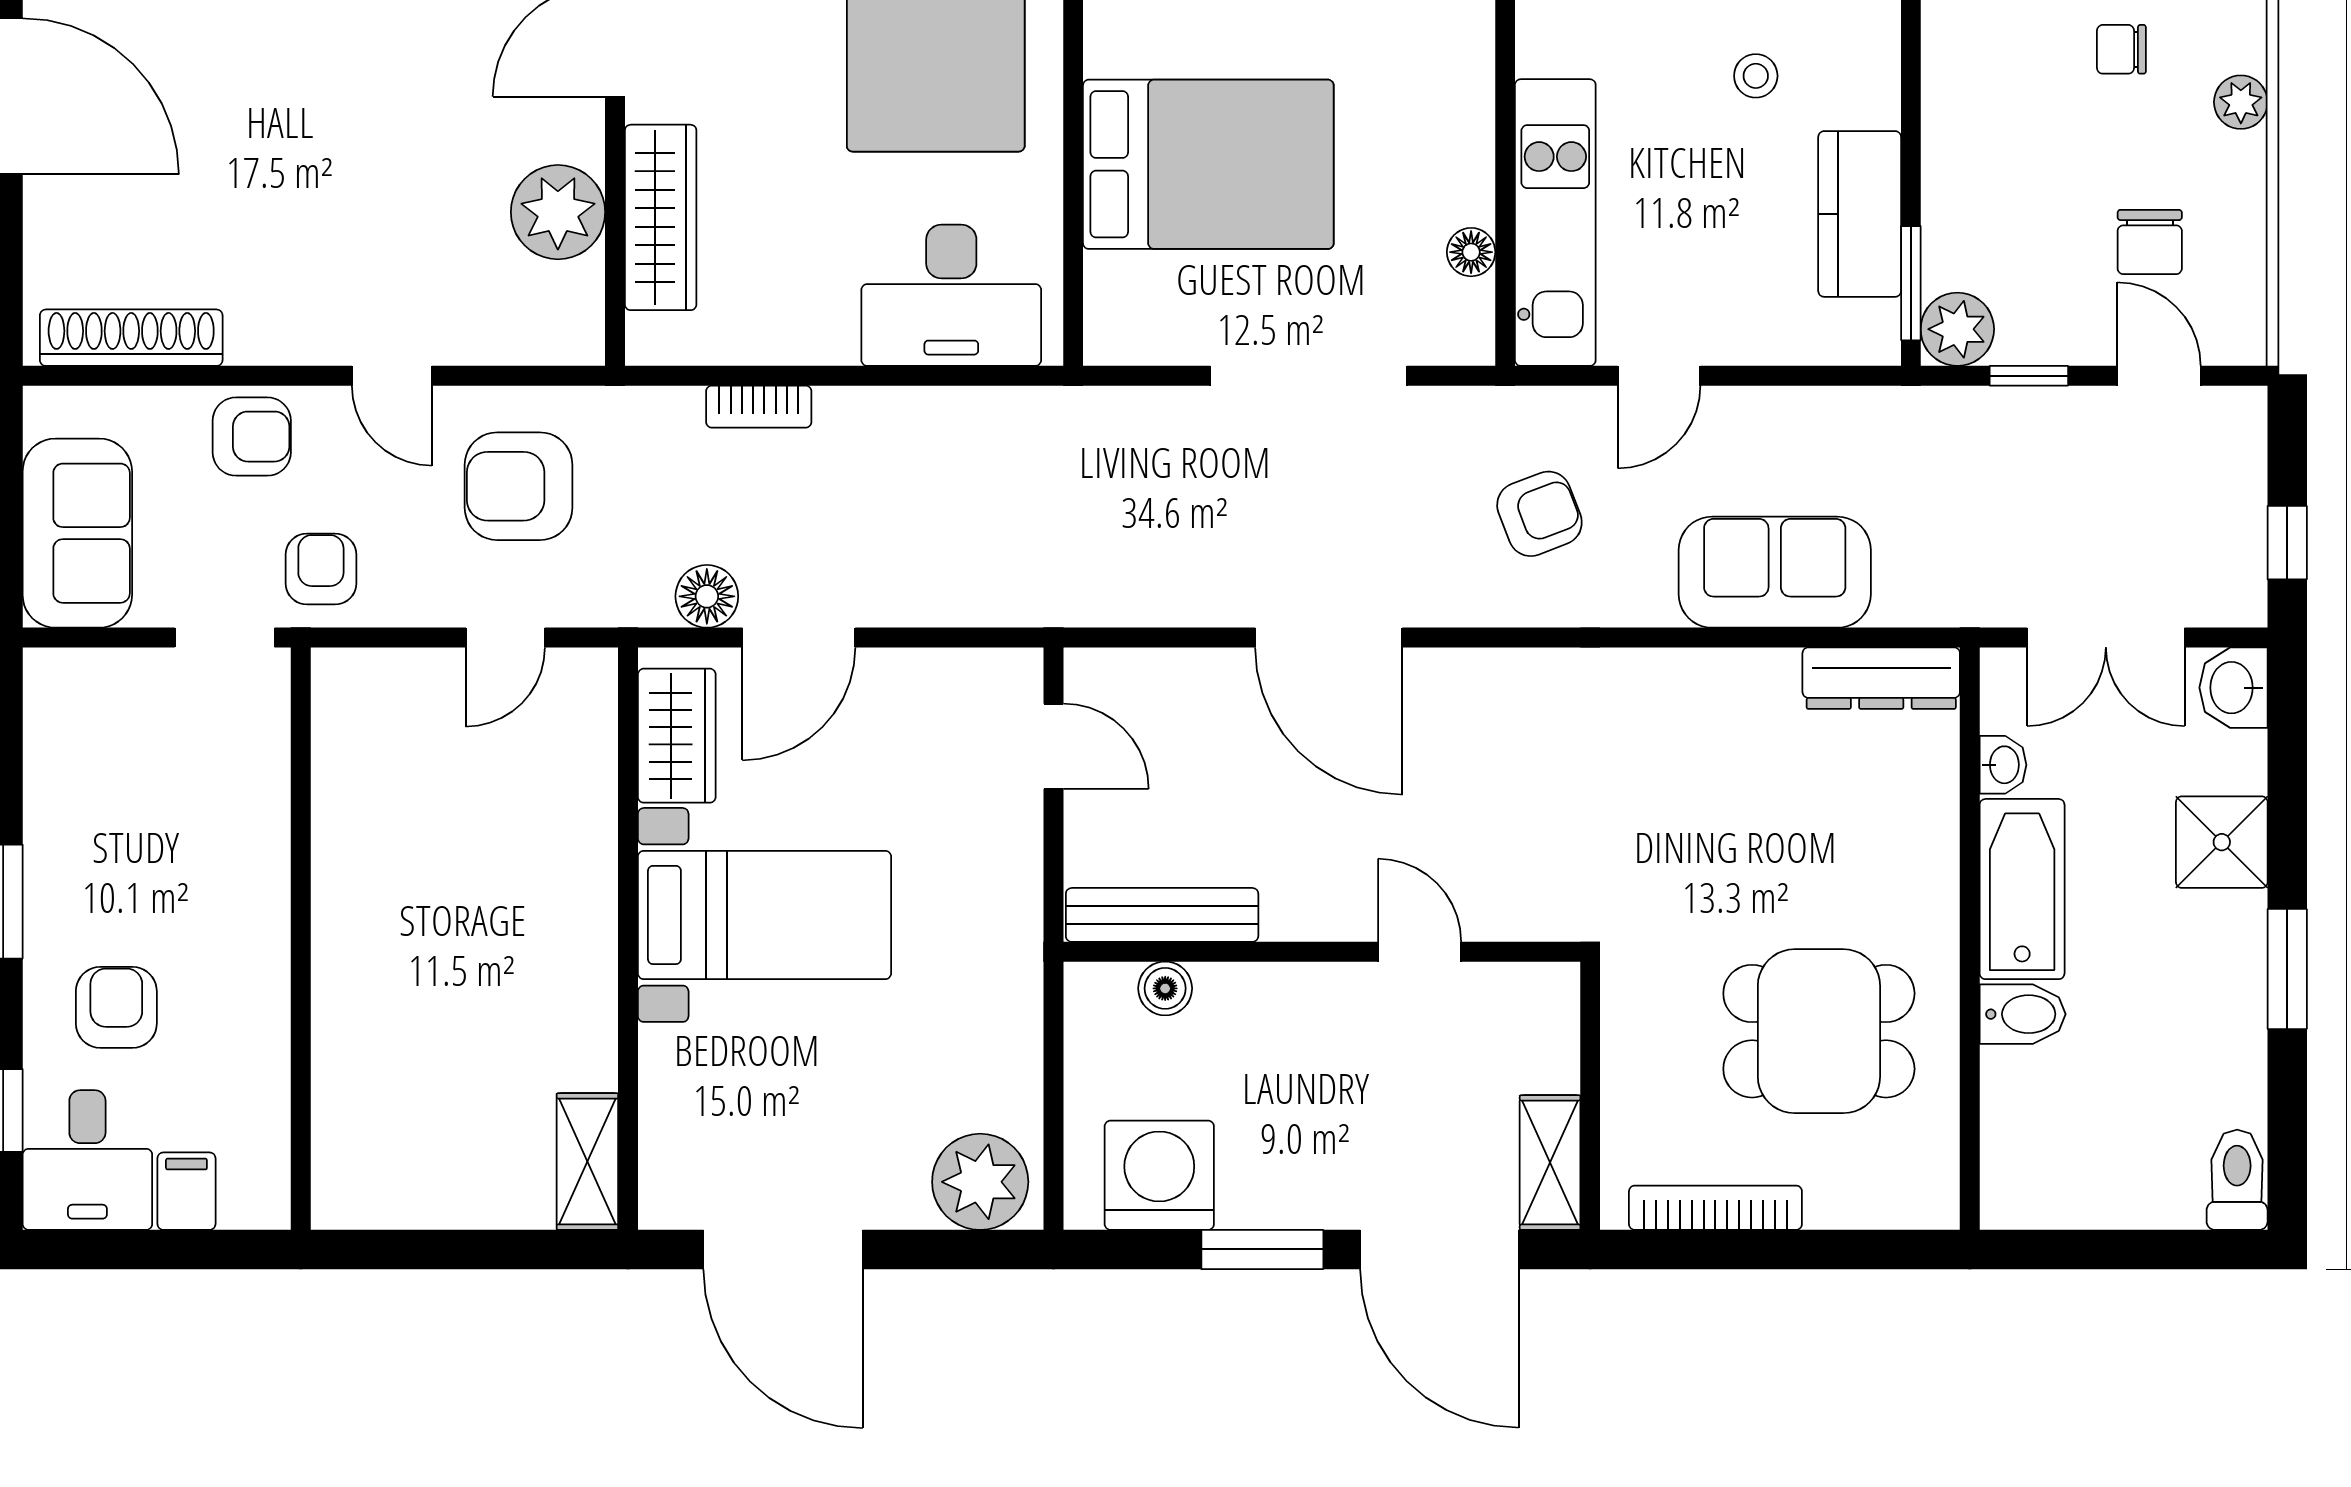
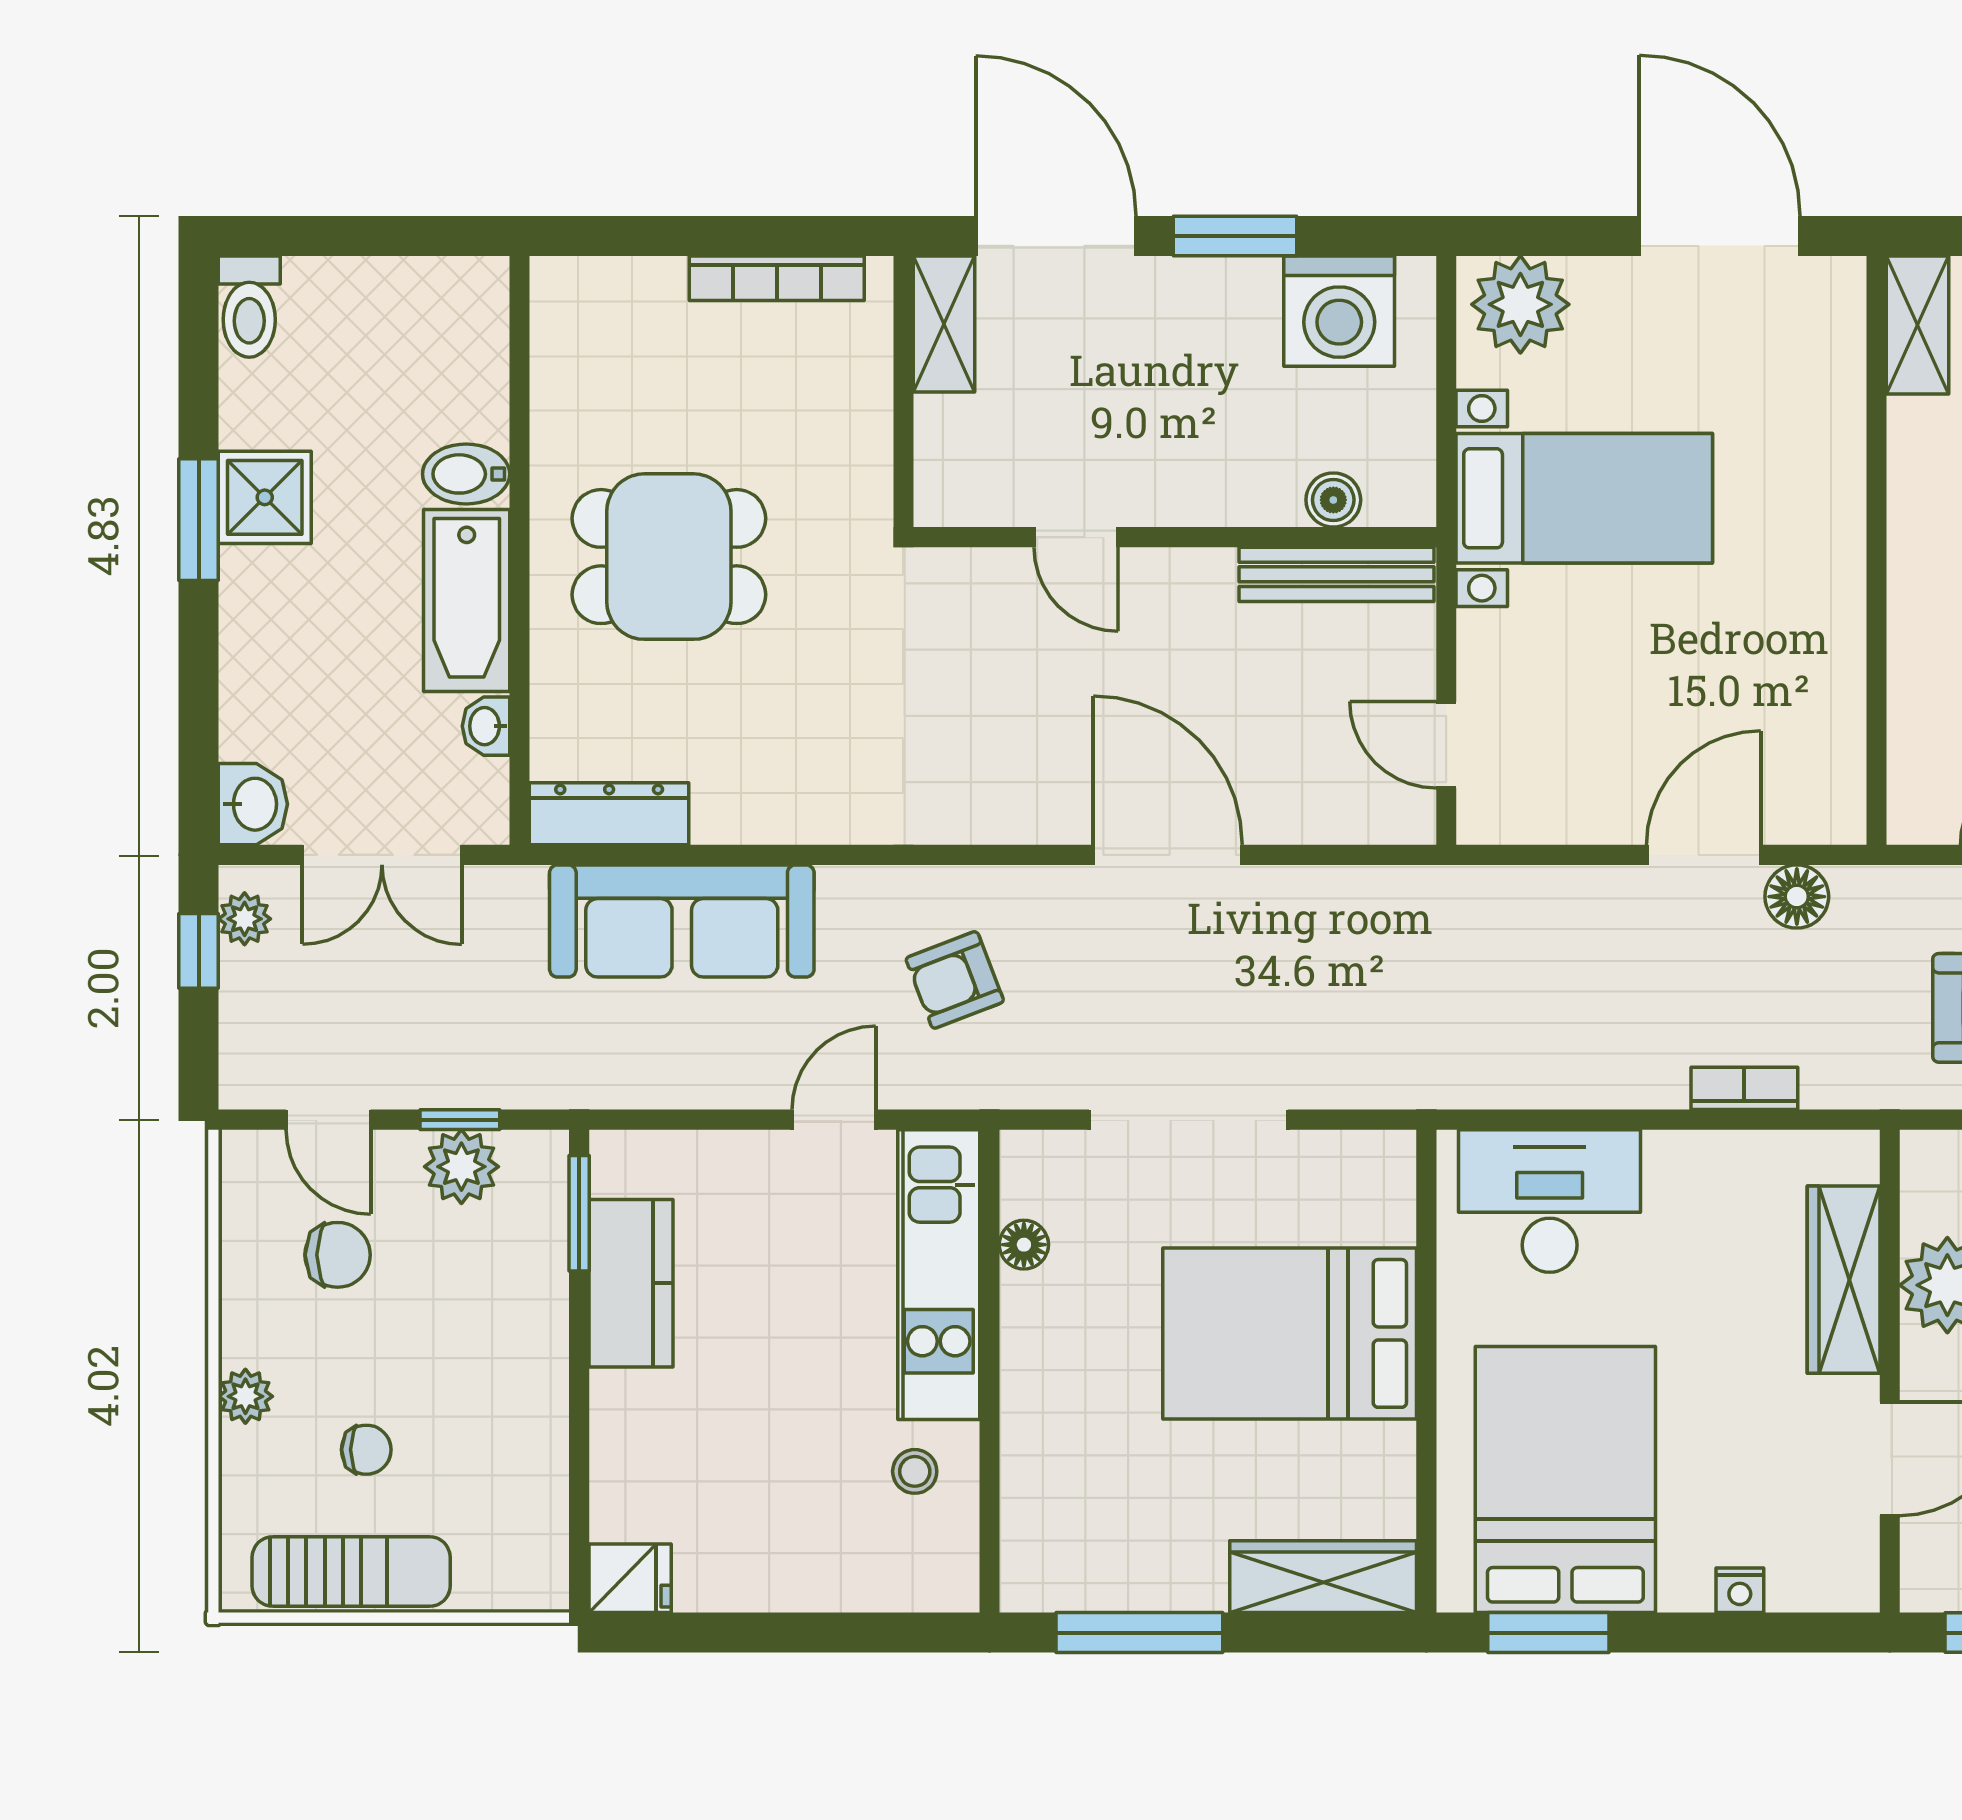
stool: (1756, 76) -> (915, 1471), moved
chair: (2150, 242) -> (338, 1255), turned 90
plant: (1957, 329) -> (461, 1167), moved
sofa: (1775, 572) -> (682, 921), width x1.36
plant: (2242, 574) -> (245, 919), added
double door: (2106, 638) -> (382, 855), swing flipped
wardrobe: (677, 736) -> (1827, 756), removed
shower: (2222, 842) -> (265, 497), moved
bed with nightstands: (765, 915) -> (1584, 498), moved, turned 180
dining table: (1819, 1031) -> (669, 557), moved

